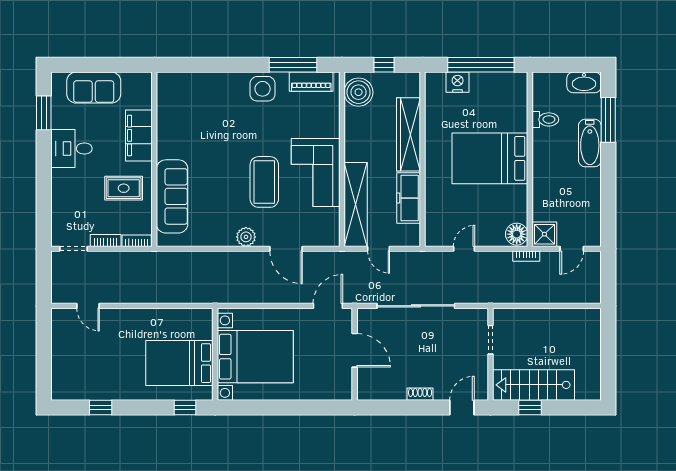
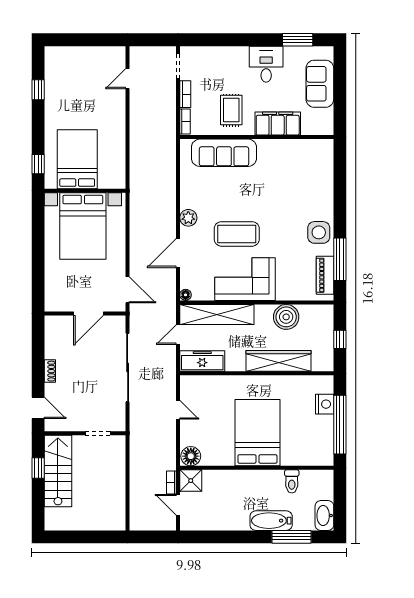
boiler: (359, 92) -> (286, 317), moved
freezer: (409, 198) -> (202, 361), moved
floor lamp: (334, 240) -> (186, 295), added
bookcase: (526, 256) -> (171, 482), moved

